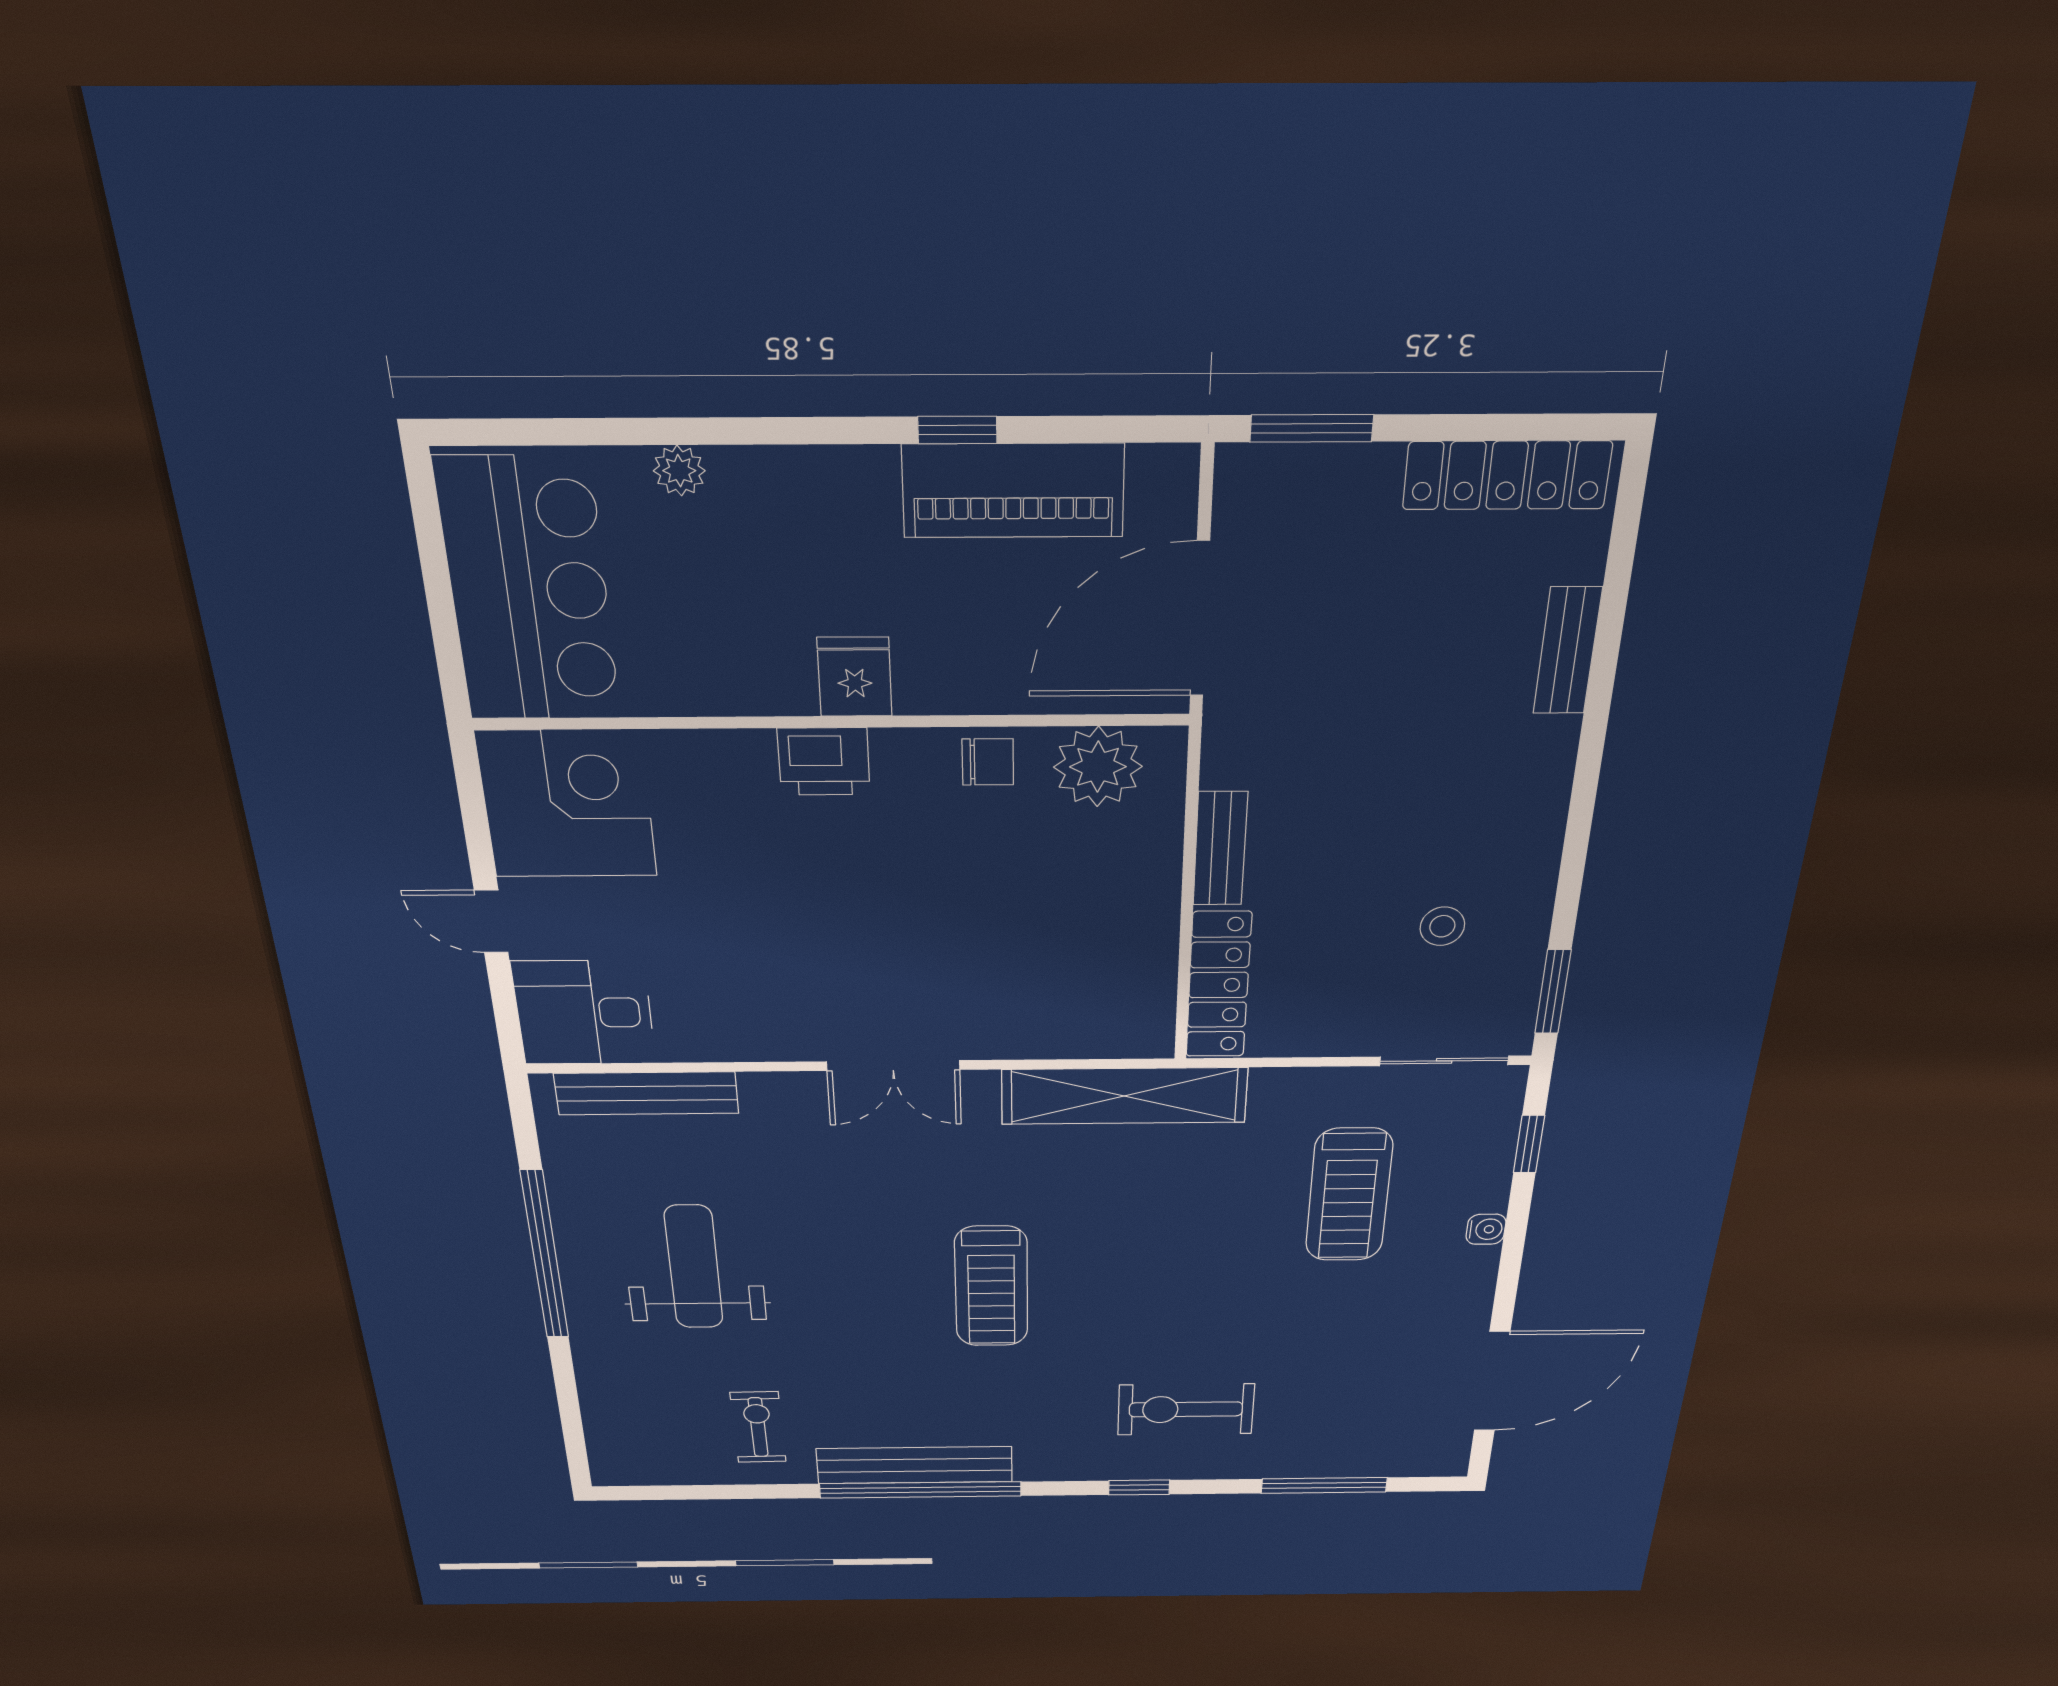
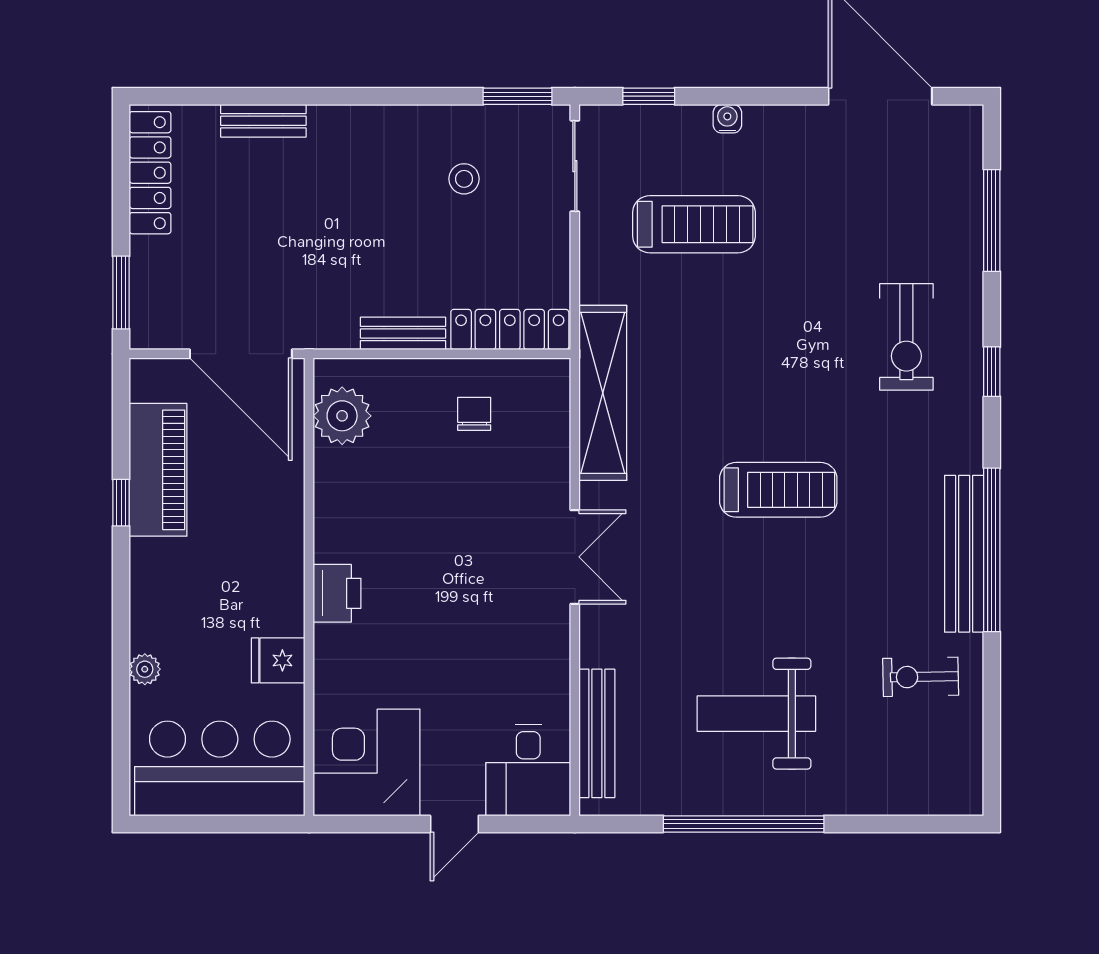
fridge: (855, 677) -> (278, 660), moved
chair: (988, 762) -> (474, 414), moved

